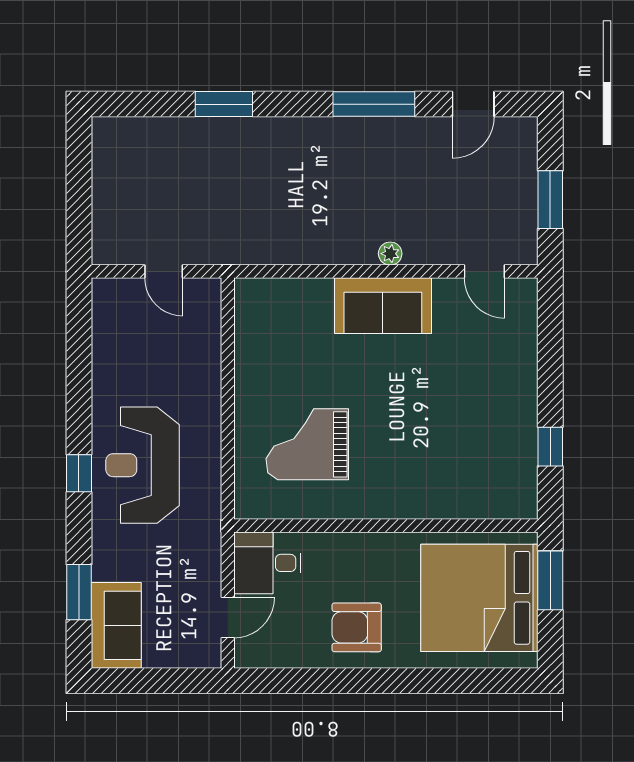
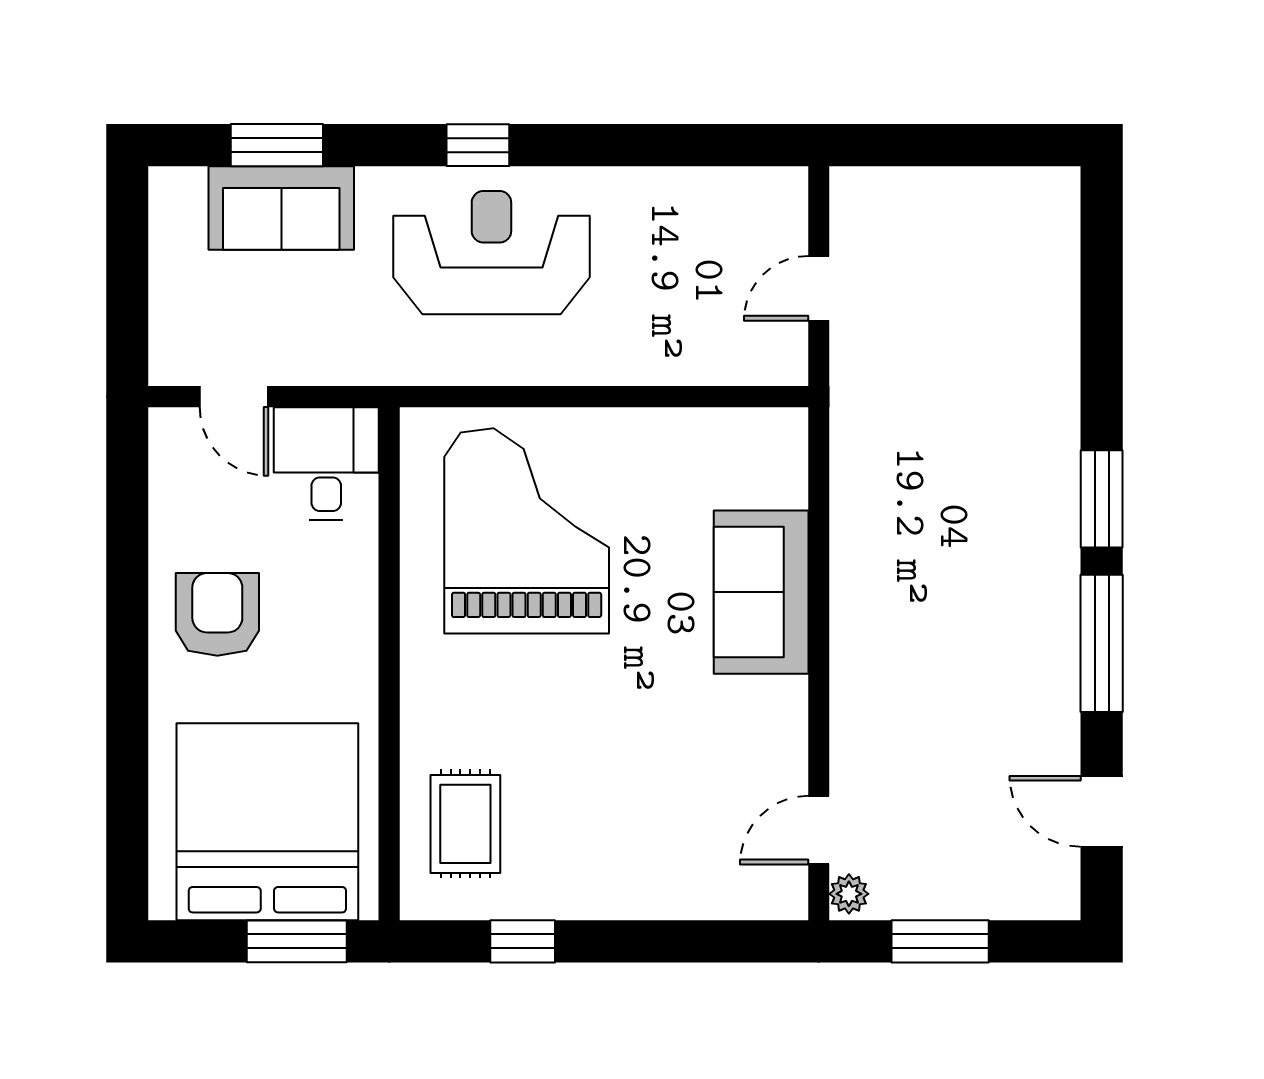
window: (224, 104) -> (1102, 499), moved
plant: (390, 254) -> (849, 894), moved
sofa: (383, 306) -> (761, 592), moved
grand piano: (307, 444) -> (527, 531), width x1.37, depth x1.48
rug: (481, 481) -> (465, 824), added
sofa: (116, 625) -> (281, 208), moved

